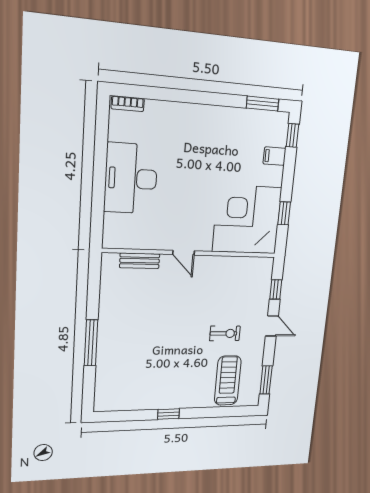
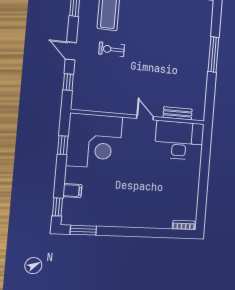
desk: (131, 179) -> (179, 140), moved, turned -90

